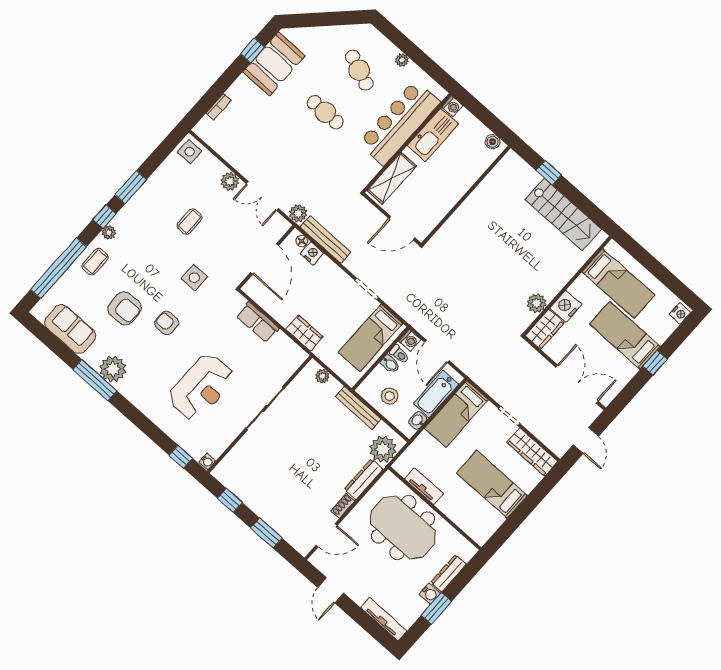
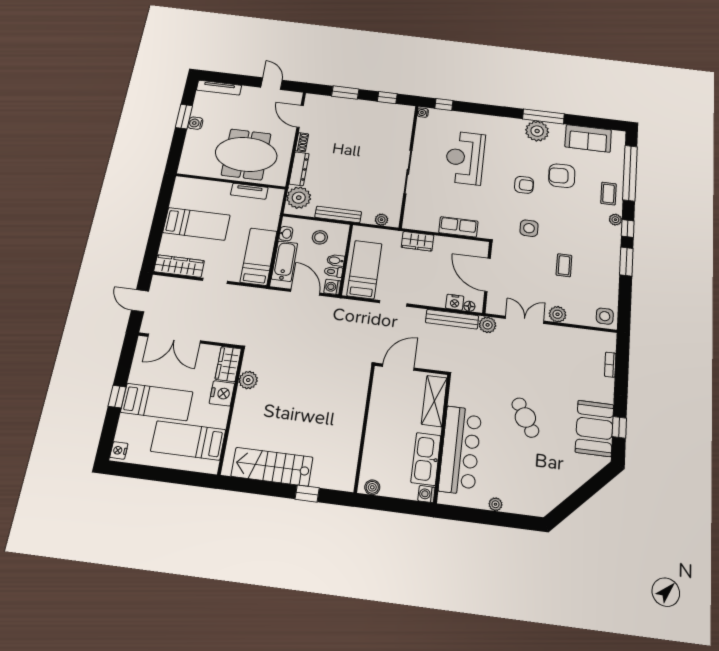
cafe table: (359, 70) -> (524, 471), removed
cafe table: (325, 112) -> (525, 418), turned 60
door: (327, 535) -> (300, 116), hinge flipped
dresser: (449, 573) -> (190, 144), removed

